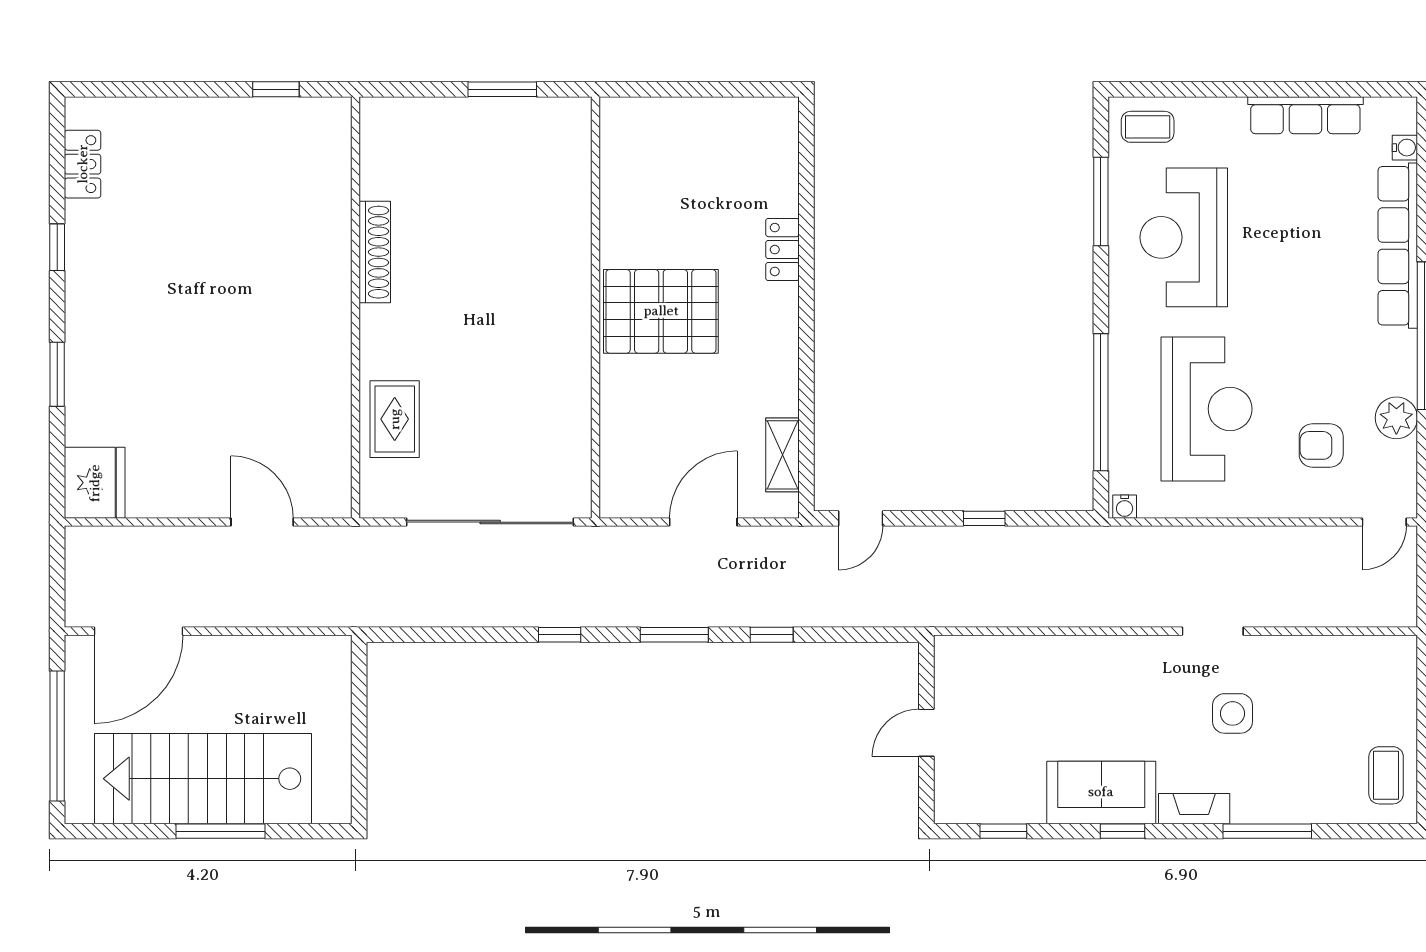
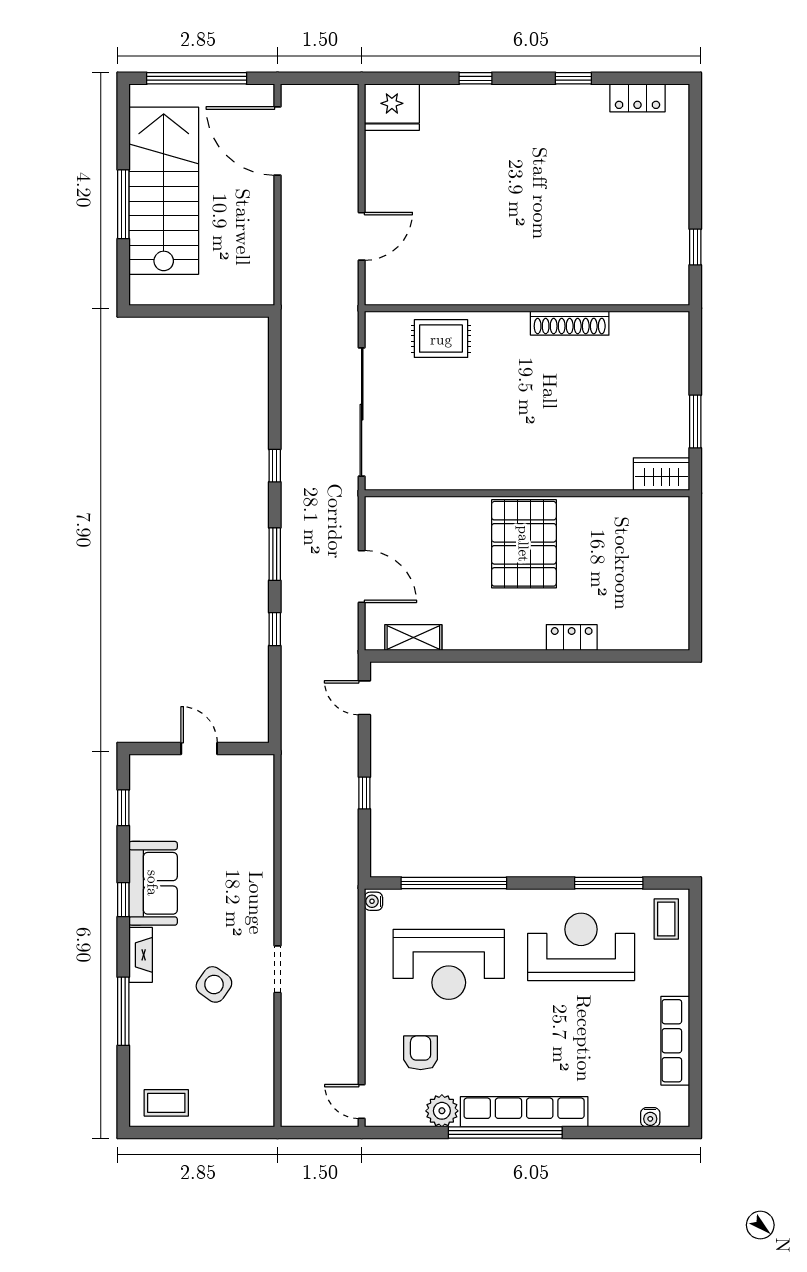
wardrobe: (571, 133) -> (661, 474), added
row of seats: (1398, 246) -> (524, 1112), moved
window: (57, 374) -> (476, 78), width x0.67
side table: (1232, 713) -> (214, 984), turned 35

